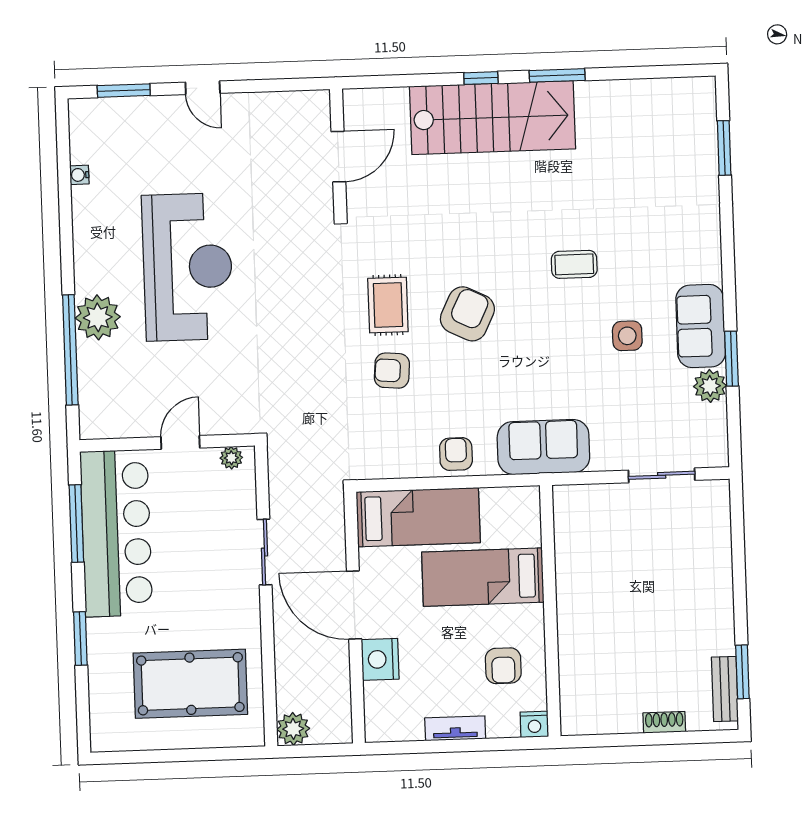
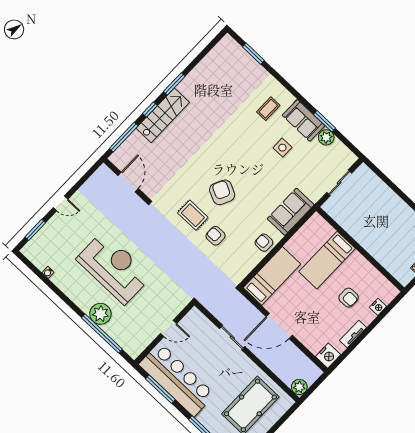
window: (399, 81) -> (124, 137), added
stairs: (492, 118) -> (163, 115), width x0.73, depth x0.66
coffee table: (574, 264) -> (268, 109), moved
armchair: (392, 371) -> (215, 236), turned 85
door: (180, 442) -> (169, 328), swing flipped
plant: (231, 458) -> (191, 317), removed
bed: (483, 577) -> (327, 260), moved
wall: (550, 611) -> (360, 249), moved
nightstand: (380, 659) -> (328, 356), moved, turned -90

